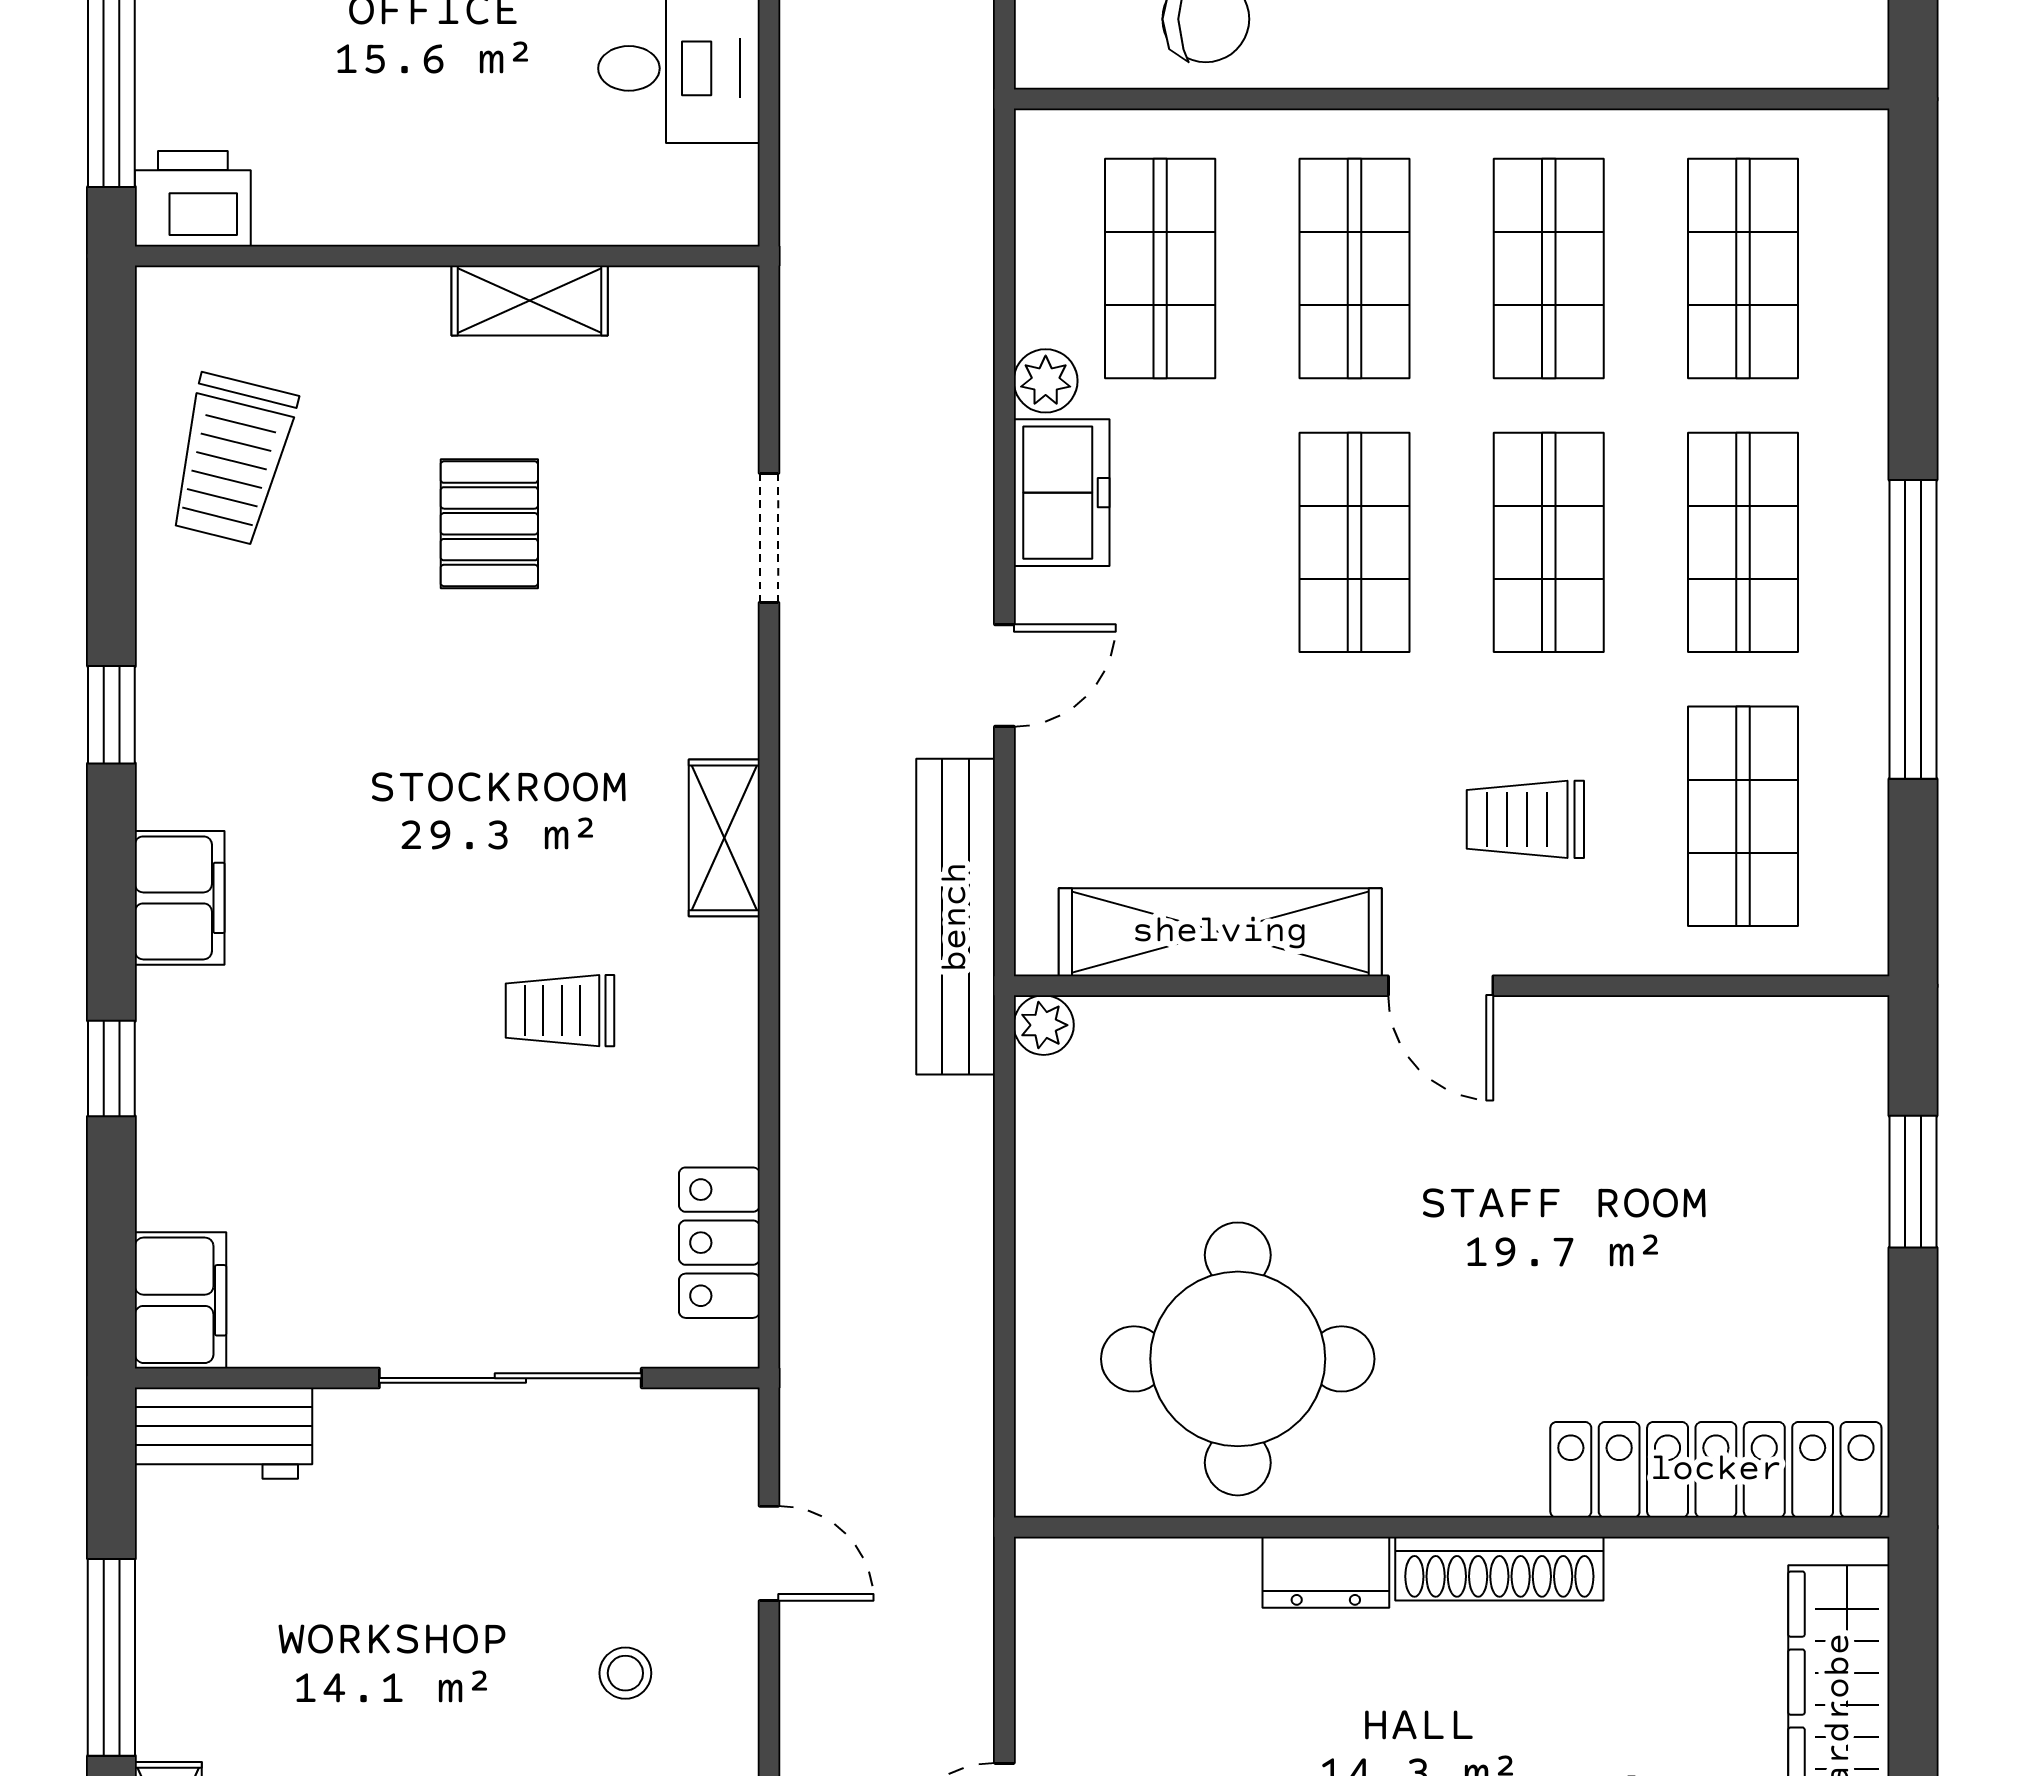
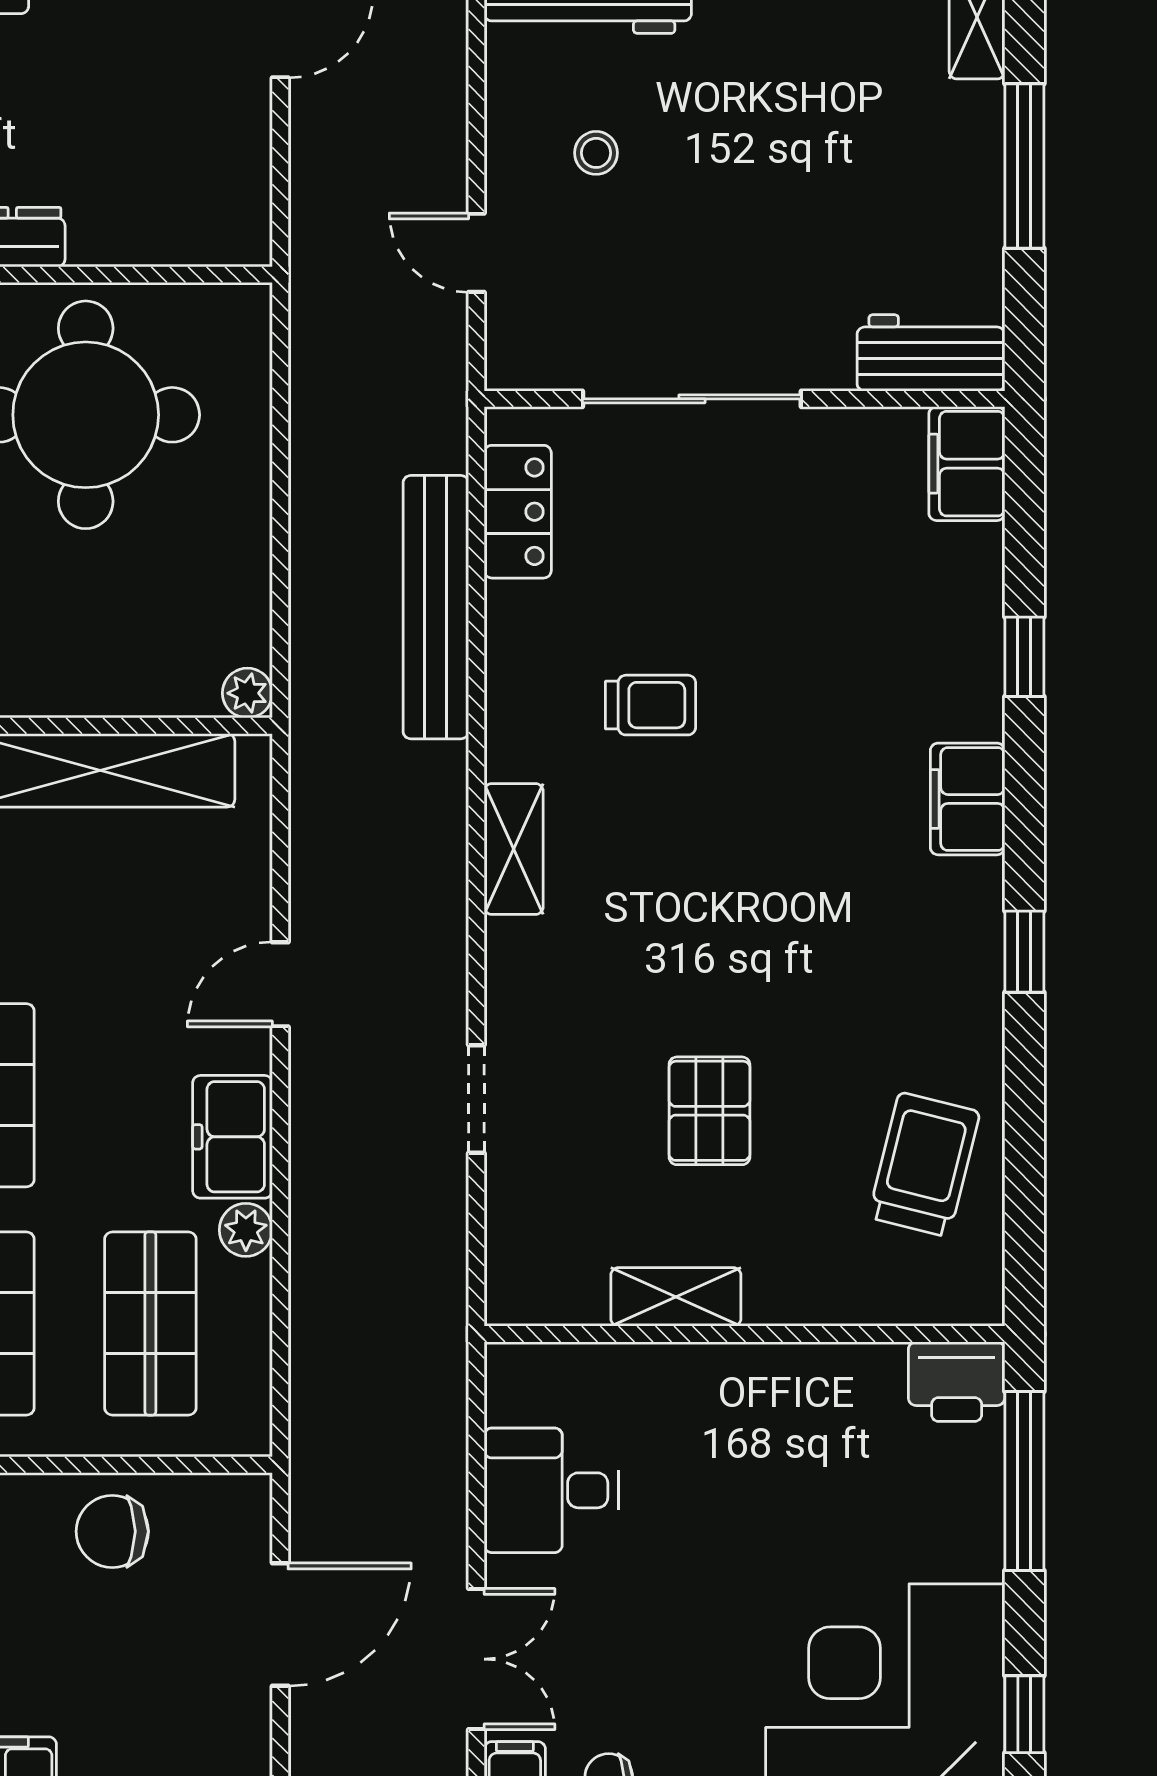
bench: (956, 917) -> (436, 607), moved

